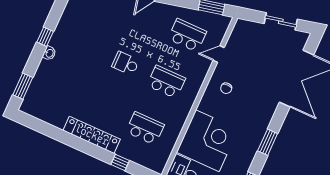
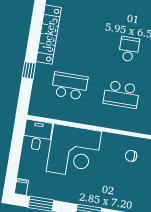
school desk: (166, 82) -> (121, 94), turned 90
school desk: (145, 128) -> (69, 86), turned -90

